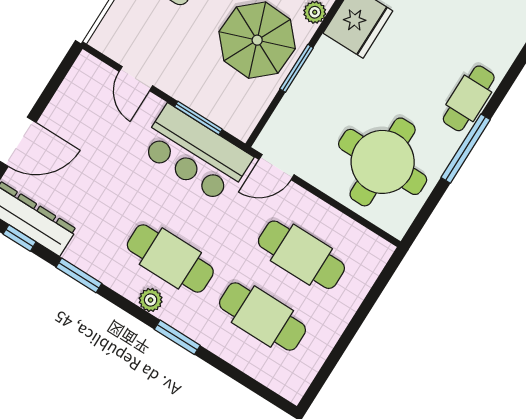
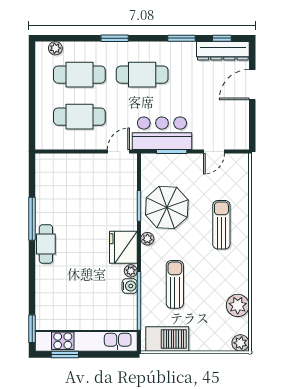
door: (136, 79) -> (214, 152), swing flipped
round table: (383, 162) -> (68, 187), removed
plant: (151, 300) -> (55, 48), moved

